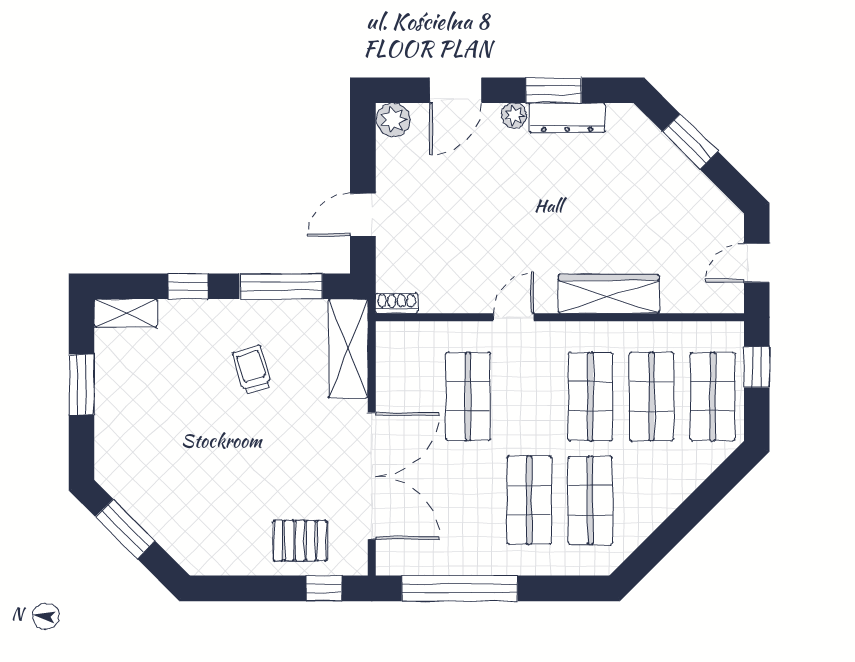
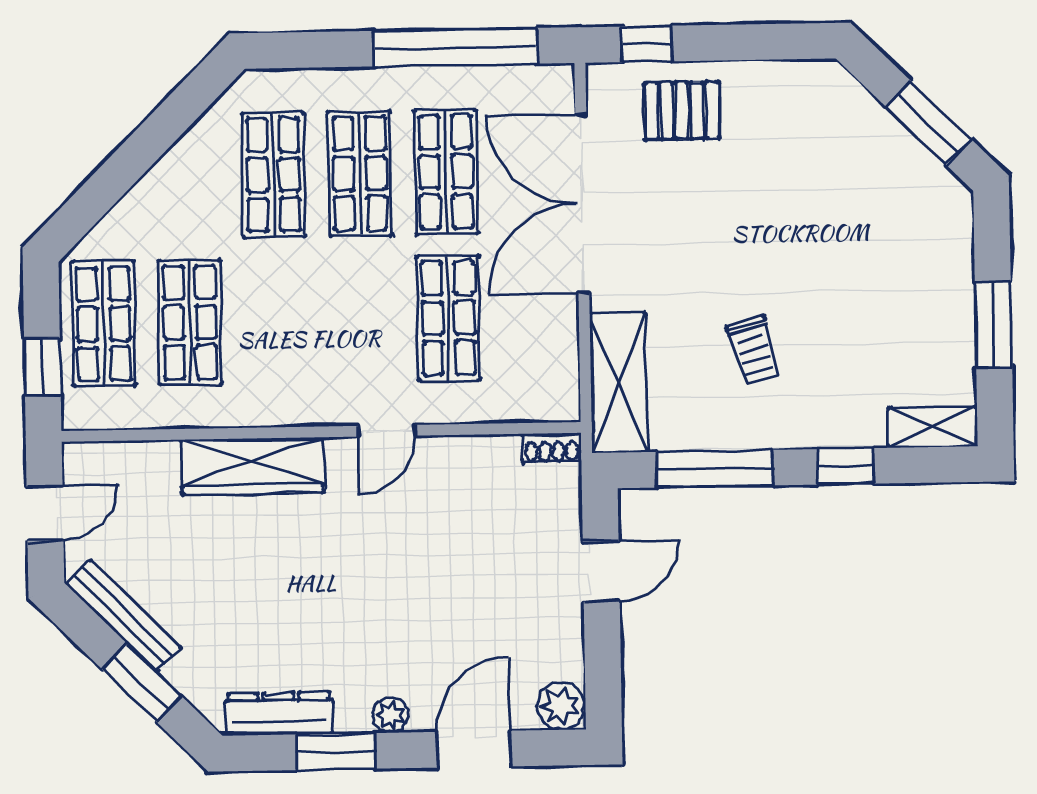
dresser: (567, 118) -> (279, 714), moved
bench: (702, 189) -> (124, 616), added
shop shelf: (590, 397) -> (446, 172), moved

